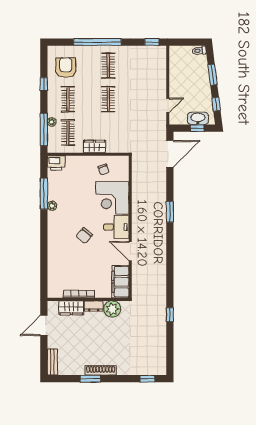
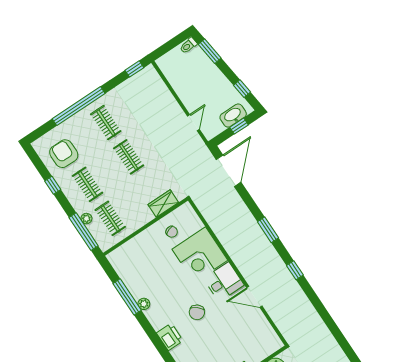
window: (212, 75) -> (210, 51), moved
wardrobe: (94, 146) -> (163, 203), moved
printer: (56, 163) -> (170, 337), moved, turned -90
filing cabinet: (120, 282) -> (265, 335), removed
window: (170, 315) -> (295, 270), moved

